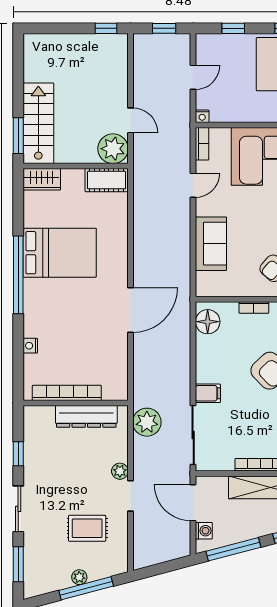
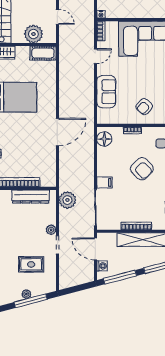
plant: (113, 149) -> (33, 34), moved

